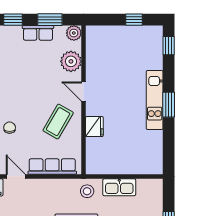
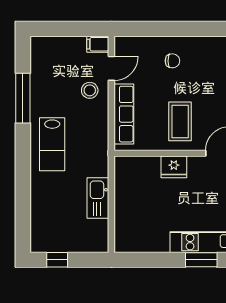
coffee table: (58, 122) -> (180, 121), turned 60
stool: (87, 191) -> (90, 90), moved

